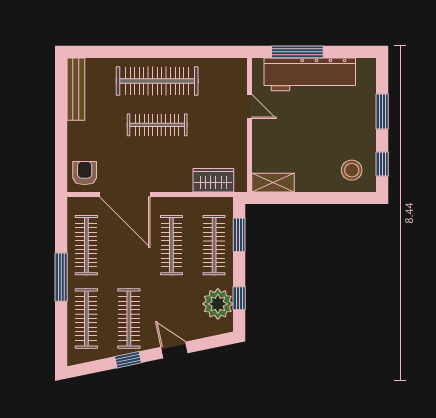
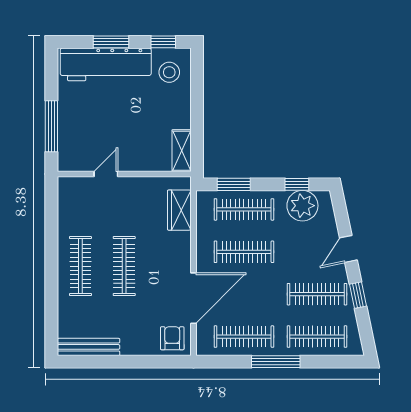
workbench: (310, 74) -> (106, 64), moved, turned 90
clothes rail: (157, 81) -> (80, 266), width x0.73, depth x0.76
armchair: (85, 173) -> (172, 338), turned 90

